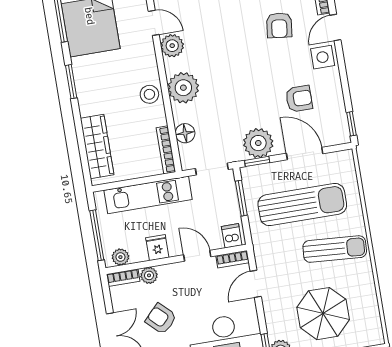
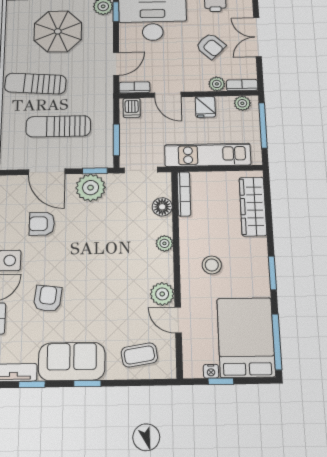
plant: (183, 88) -> (164, 243), width x0.53, depth x0.53
stool: (149, 94) -> (212, 265), moved
sun lounger: (302, 205) -> (58, 126), width x0.73, depth x0.75

